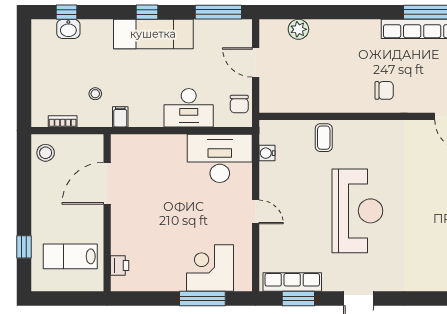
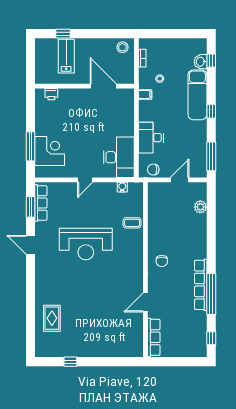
exam couch: (153, 34) -> (197, 95), moved
lab bench: (70, 256) -> (66, 56), moved

